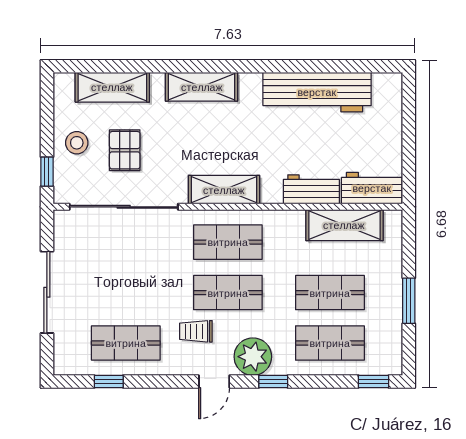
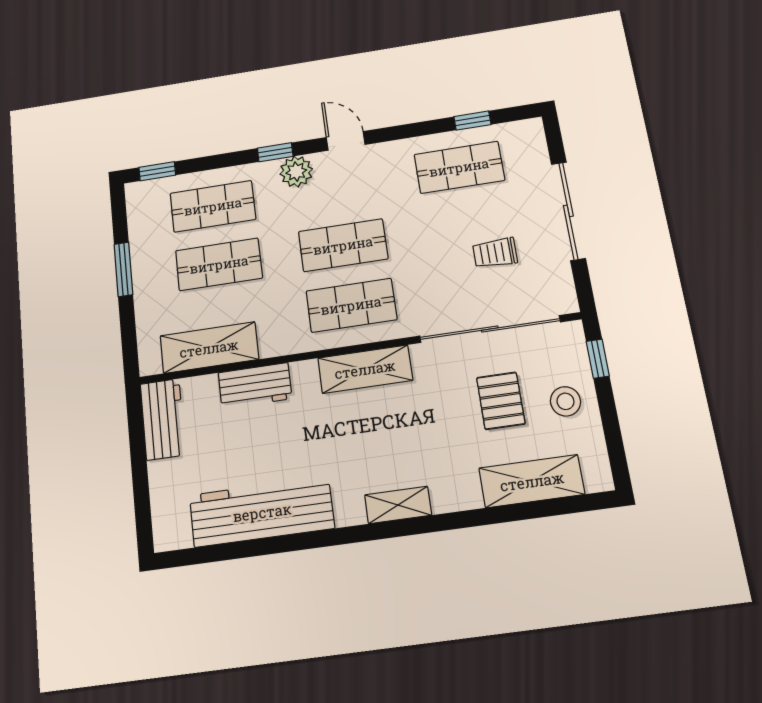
shelving: (202, 87) -> (398, 505), width x0.67, depth x0.75
workbench: (372, 188) -> (163, 419), moved, turned -90
trolley: (196, 331) -> (495, 253), moved, turned 180
plant: (253, 357) -> (296, 172), width x0.73, depth x0.73
door: (214, 382) -> (346, 141), hinge flipped

